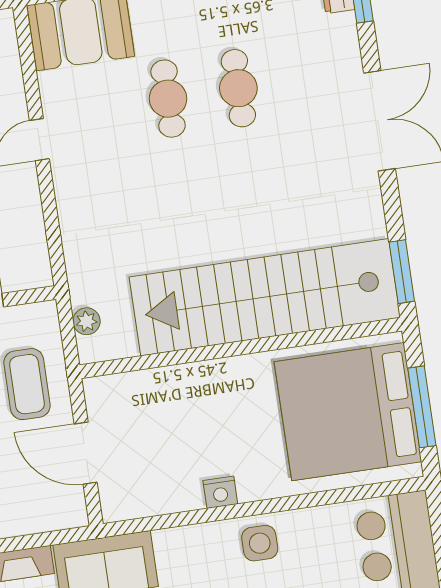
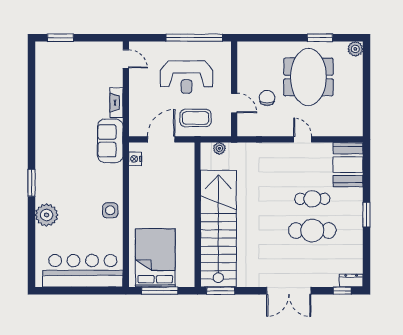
cafe table: (238, 88) -> (312, 231), width x1.37, depth x1.35
bed: (348, 412) -> (155, 258), width x0.73
nightstand: (220, 492) -> (135, 159), moved

